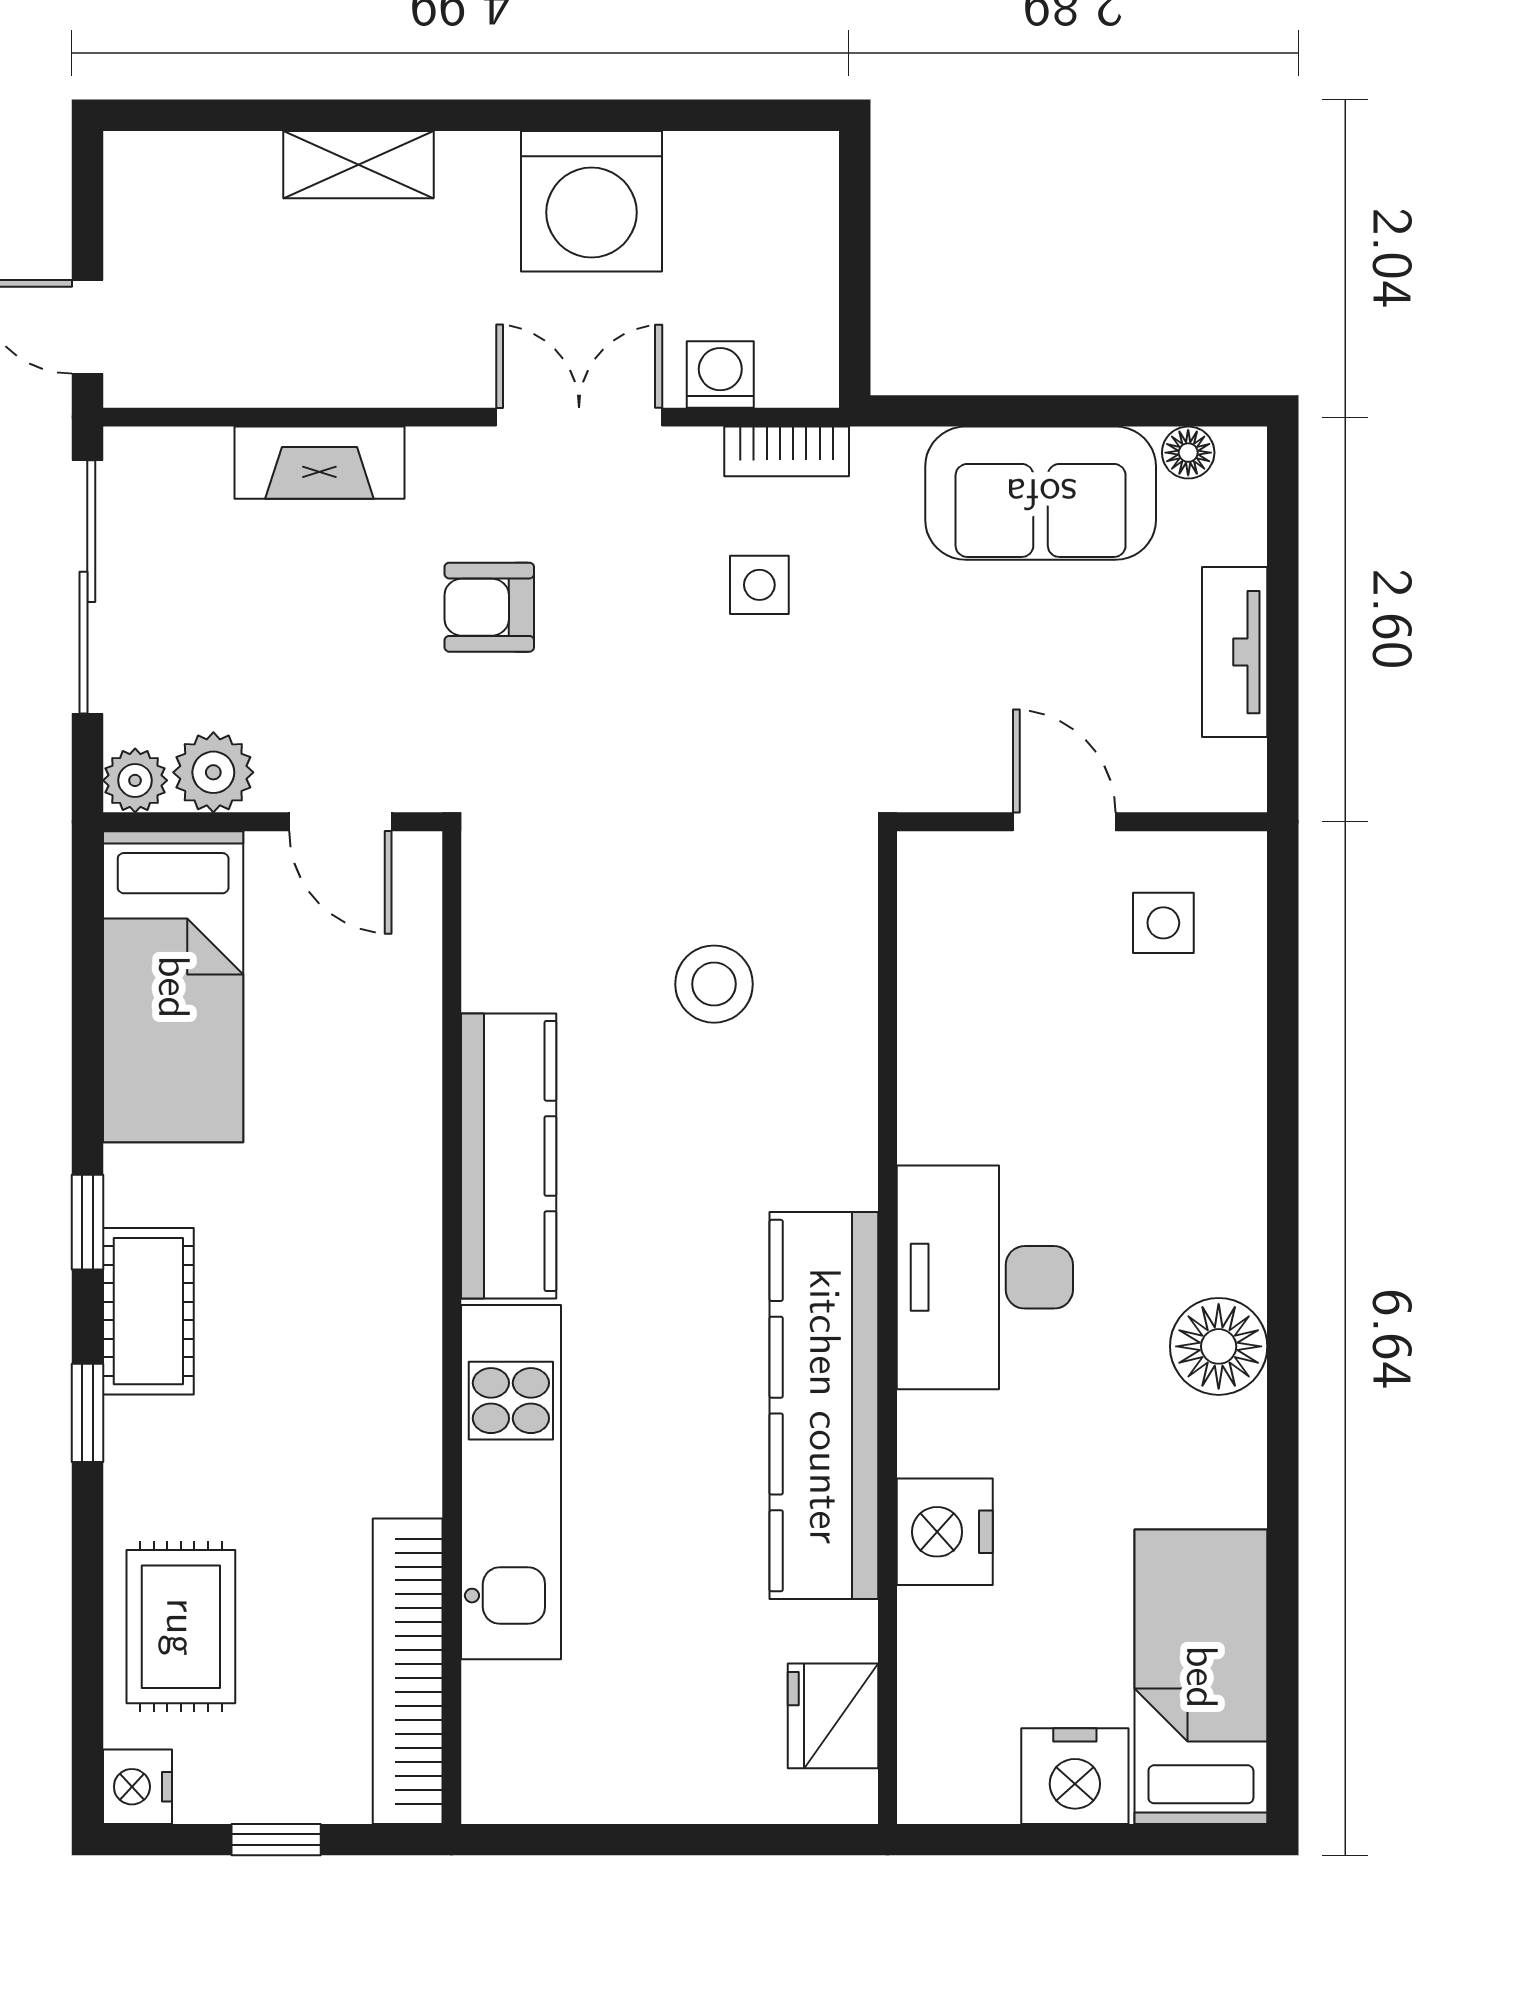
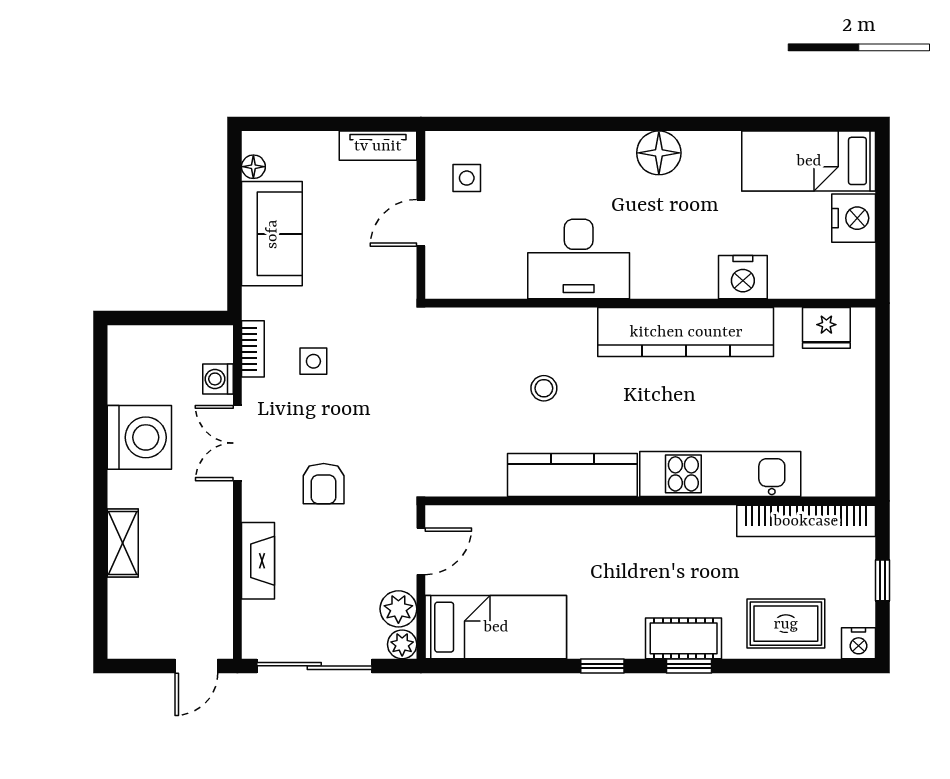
tv unit: (1235, 652) -> (378, 146), moved
stool: (714, 984) -> (544, 388), moved, width x0.73, depth x0.73
desk: (985, 1277) -> (579, 259), moved
cot: (148, 1311) -> (684, 638), moved

